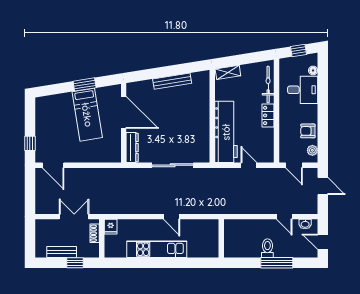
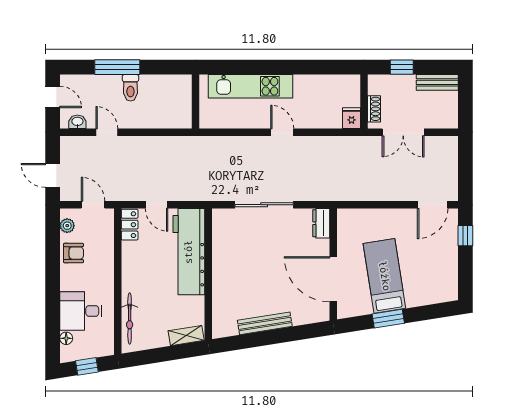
locker: (268, 115) -> (130, 225), moved
dresser: (132, 148) -> (321, 223), width x0.70
door: (53, 165) -> (433, 205), swing flipped
door: (172, 217) -> (282, 132), moved
kitchen unit: (157, 249) -> (251, 86), moved
bench: (62, 252) -> (437, 82), moved

